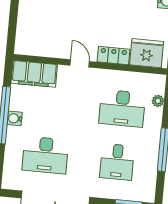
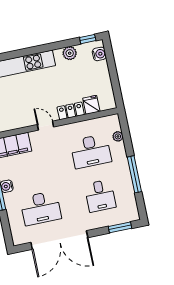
fridge: (147, 53) -> (91, 105), width x0.53, depth x0.75

